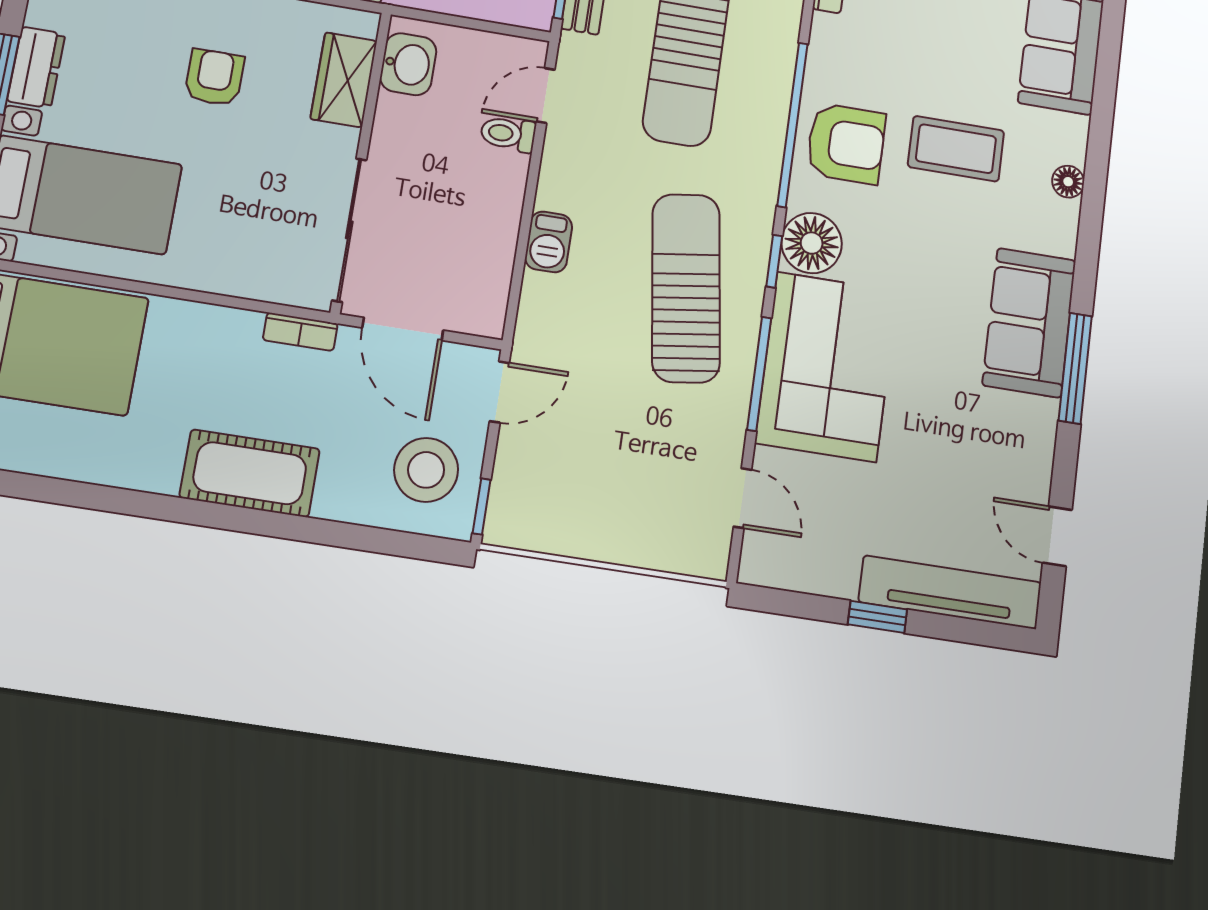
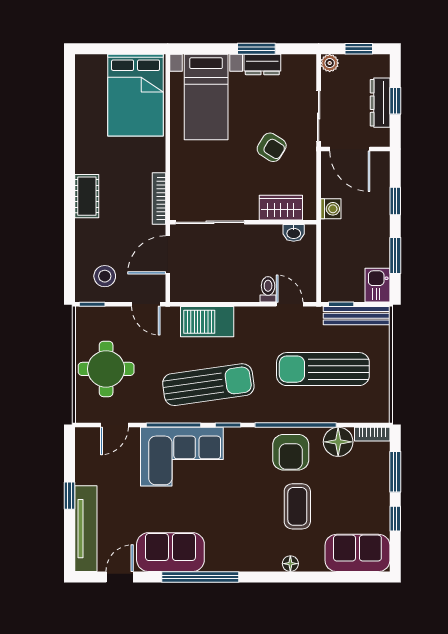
washbasin: (408, 64) -> (294, 233), width x0.72, depth x0.69
armchair: (214, 78) -> (272, 147), turned 32
barbecue: (549, 242) -> (207, 322), width x1.88, depth x1.53
floor lamp: (812, 243) -> (338, 442), moved
sofa: (1029, 323) -> (170, 552), moved
bookcase: (300, 332) -> (159, 199), width x1.56
window: (1075, 368) -> (200, 577), width x1.46
stool: (426, 470) -> (105, 276), width x0.73, depth x0.73
cot: (250, 473) -> (87, 196), width x0.73, depth x0.75
round table: (623, 498) -> (106, 369), added

